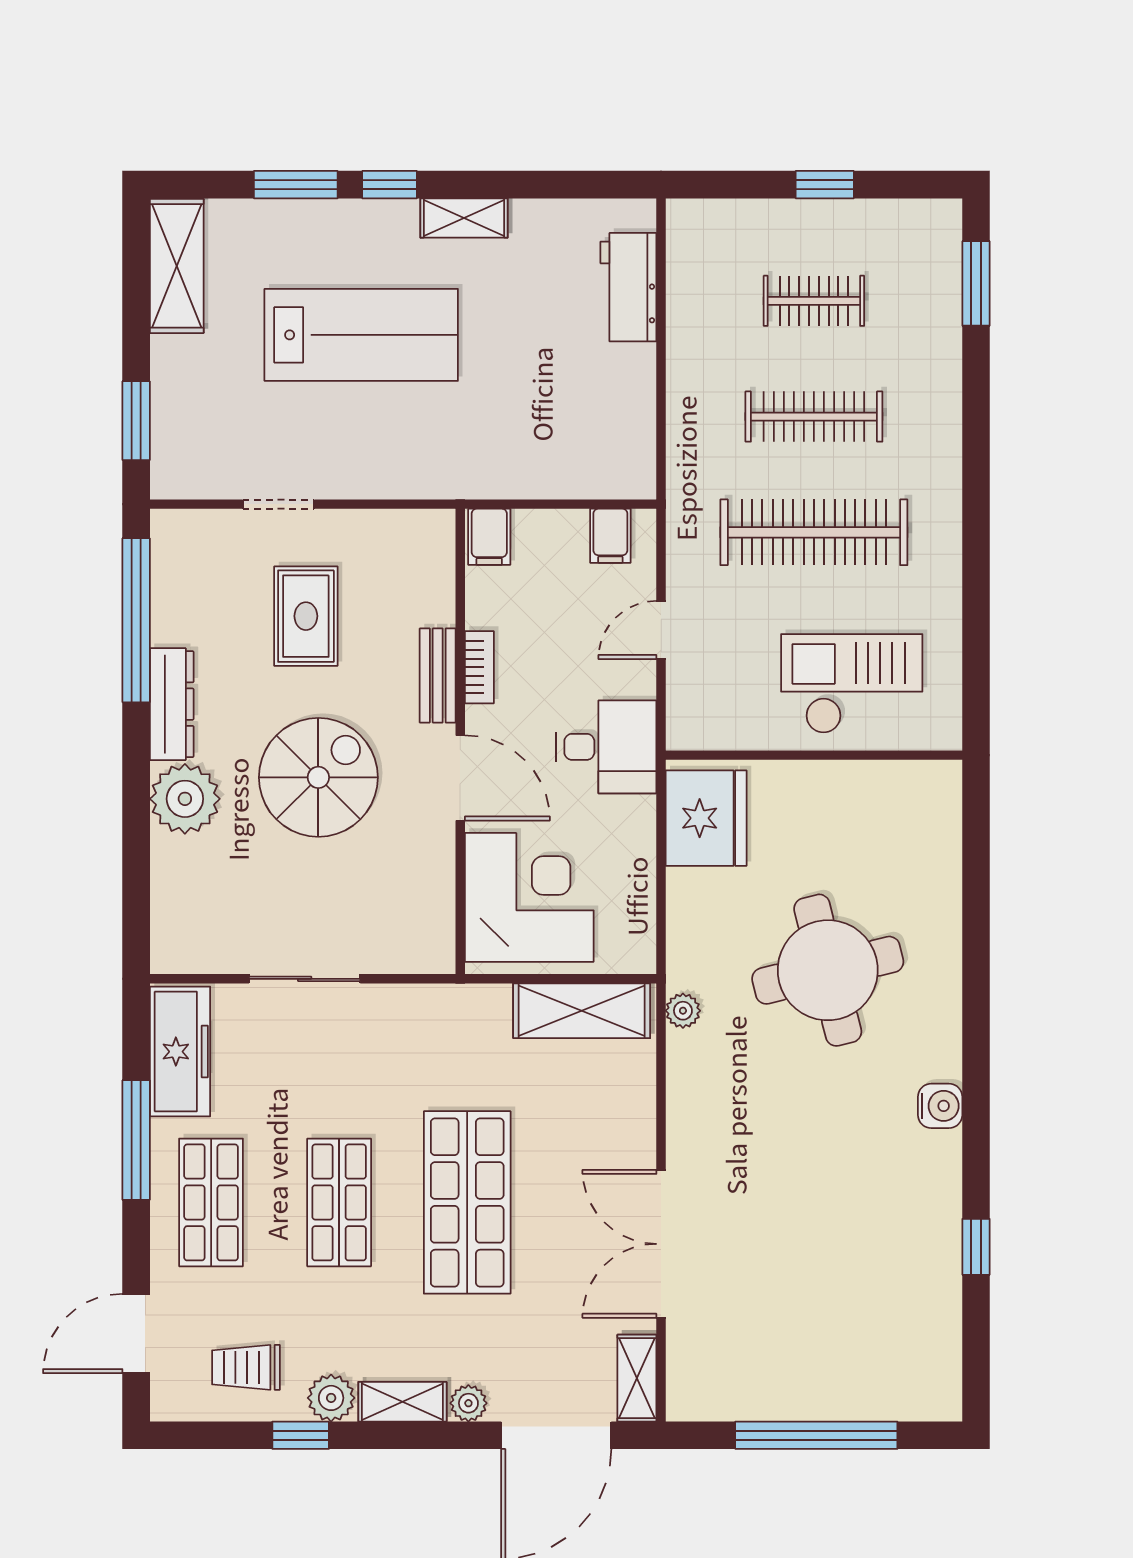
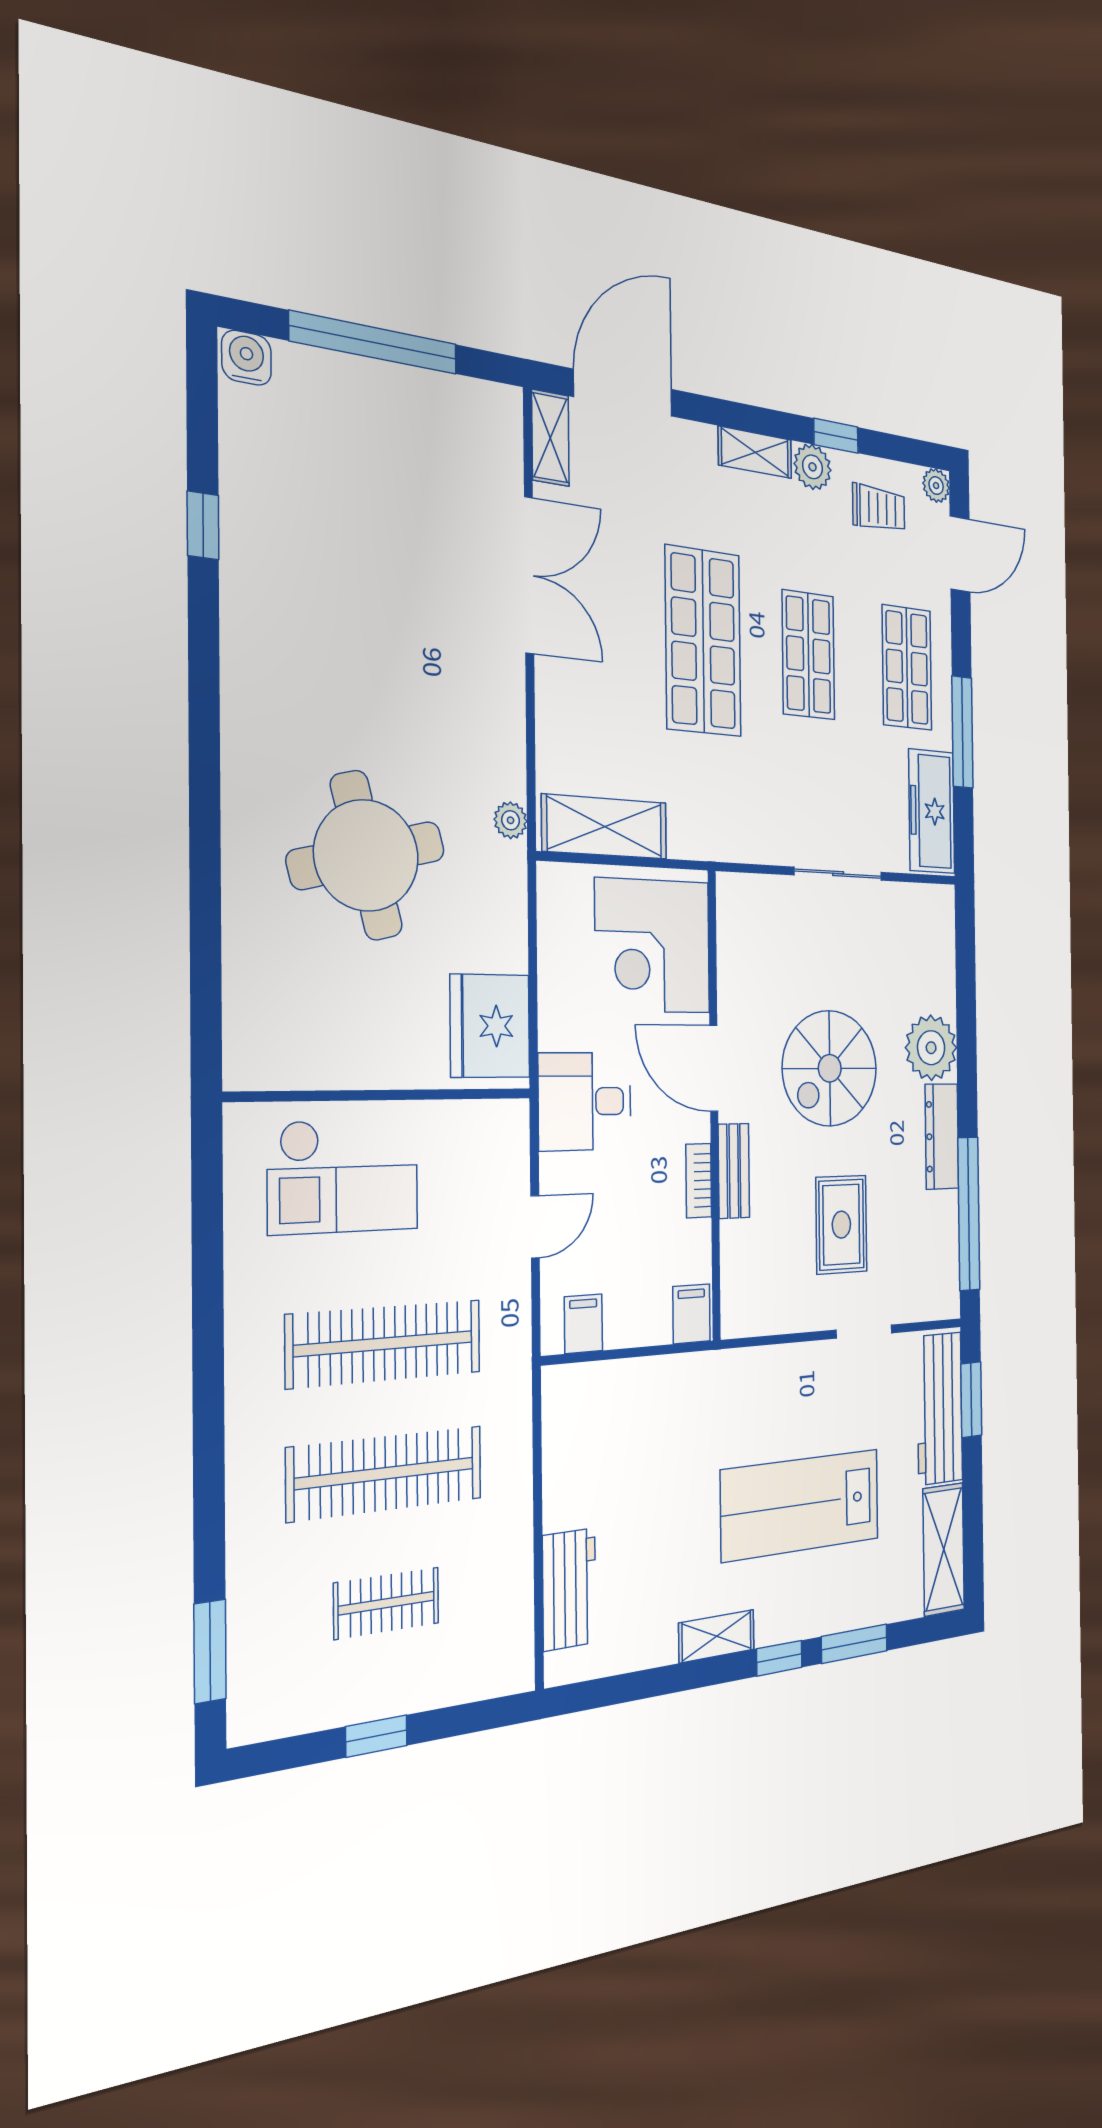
workbench: (179, 415) -> (940, 1408), added
clothes rail: (814, 417) -> (385, 1473), width x1.37, depth x1.31
water cooler: (940, 1106) -> (247, 358), moved, turned 90
plant: (468, 1403) -> (936, 486), moved

